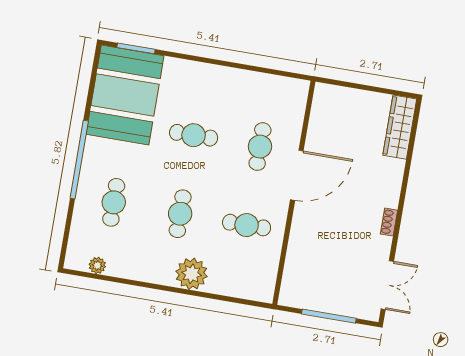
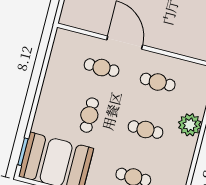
cafe table: (247, 225) -> (158, 82), turned 90

